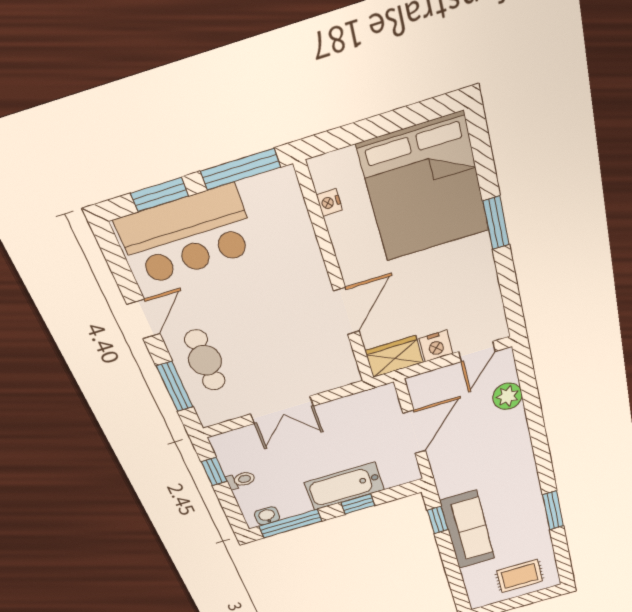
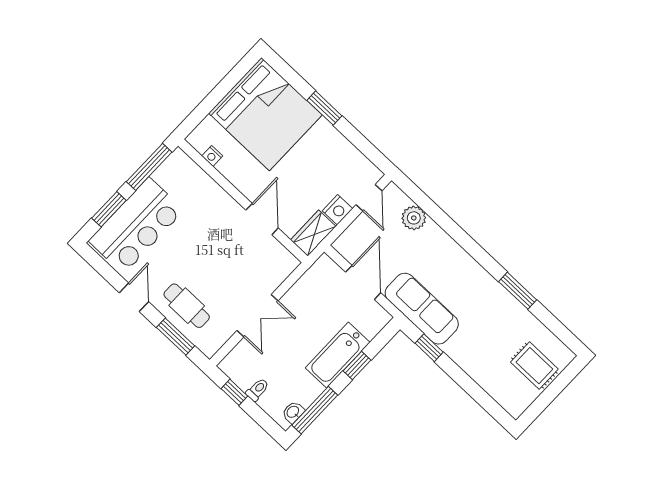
sofa: (468, 530) -> (422, 309), moved
rug: (520, 576) -> (534, 366), turned 90

